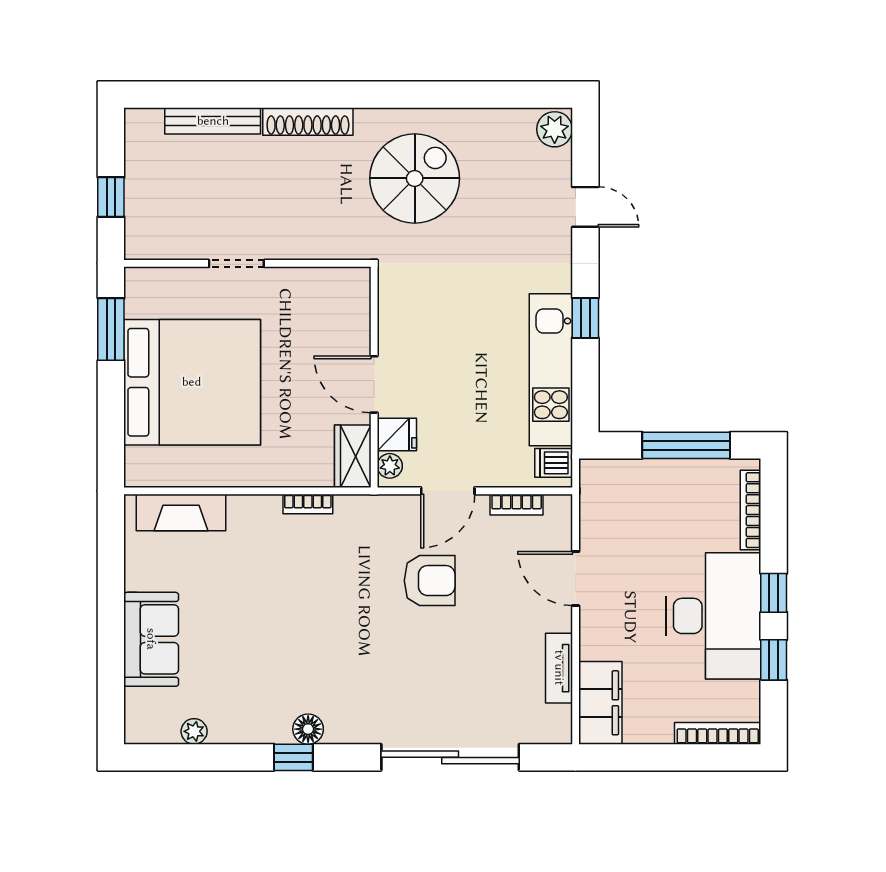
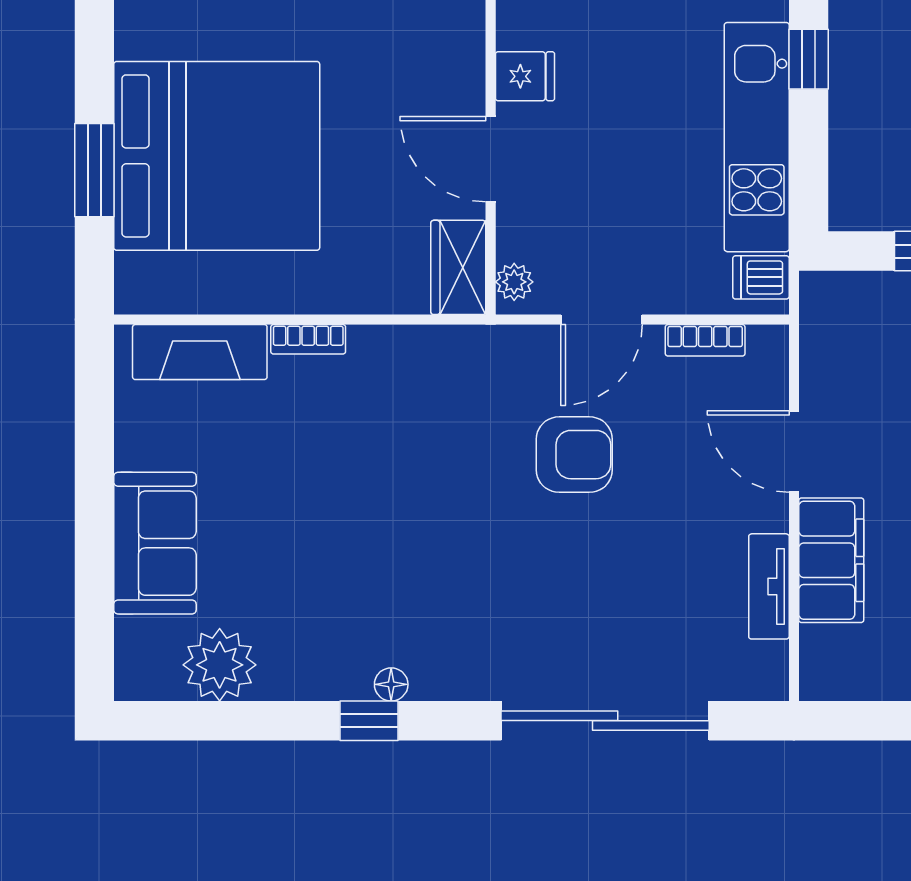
window: (111, 329) -> (94, 170), moved
fridge: (397, 434) -> (525, 76), moved
bookcase: (308, 504) -> (308, 339), moved
filing cabinet: (600, 703) -> (831, 560), moved
floor lamp: (308, 729) -> (391, 684), width x0.73, depth x0.73
plant: (194, 731) -> (220, 665), width x1.88, depth x1.88

